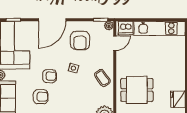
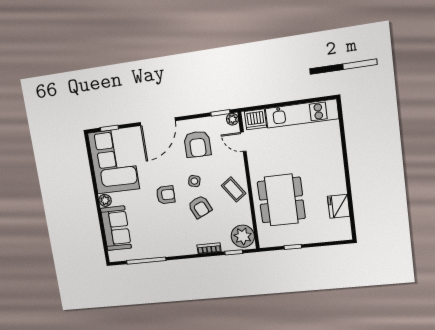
door: (115, 43) -> (243, 142), swing flipped
dining table: (137, 90) -> (281, 200), width x1.38
armchair: (41, 97) -> (200, 207), moved, turned 65

